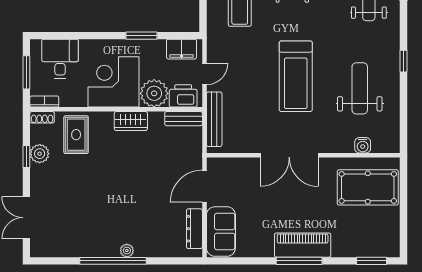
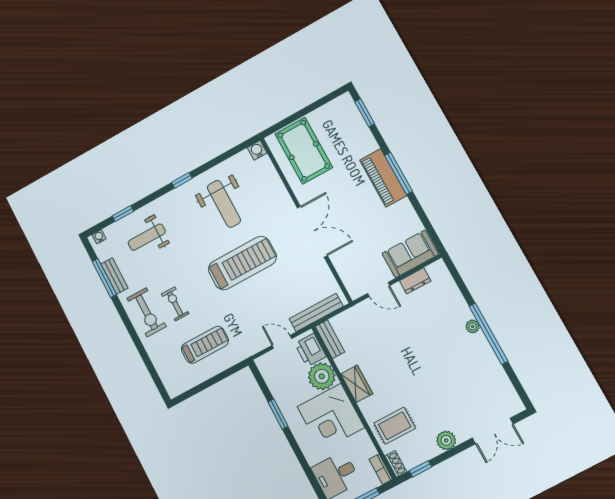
filing cabinet: (182, 49) -> (271, 373), removed
weight bench: (360, 88) -> (224, 204), turned -90
water cooler: (363, 145) -> (257, 150), moved, turned -90
plant: (40, 154) -> (446, 440), moved
window: (26, 156) -> (421, 469), moved
door: (204, 186) -> (379, 289), width x0.73
dresser: (194, 229) -> (415, 281), width x0.70

